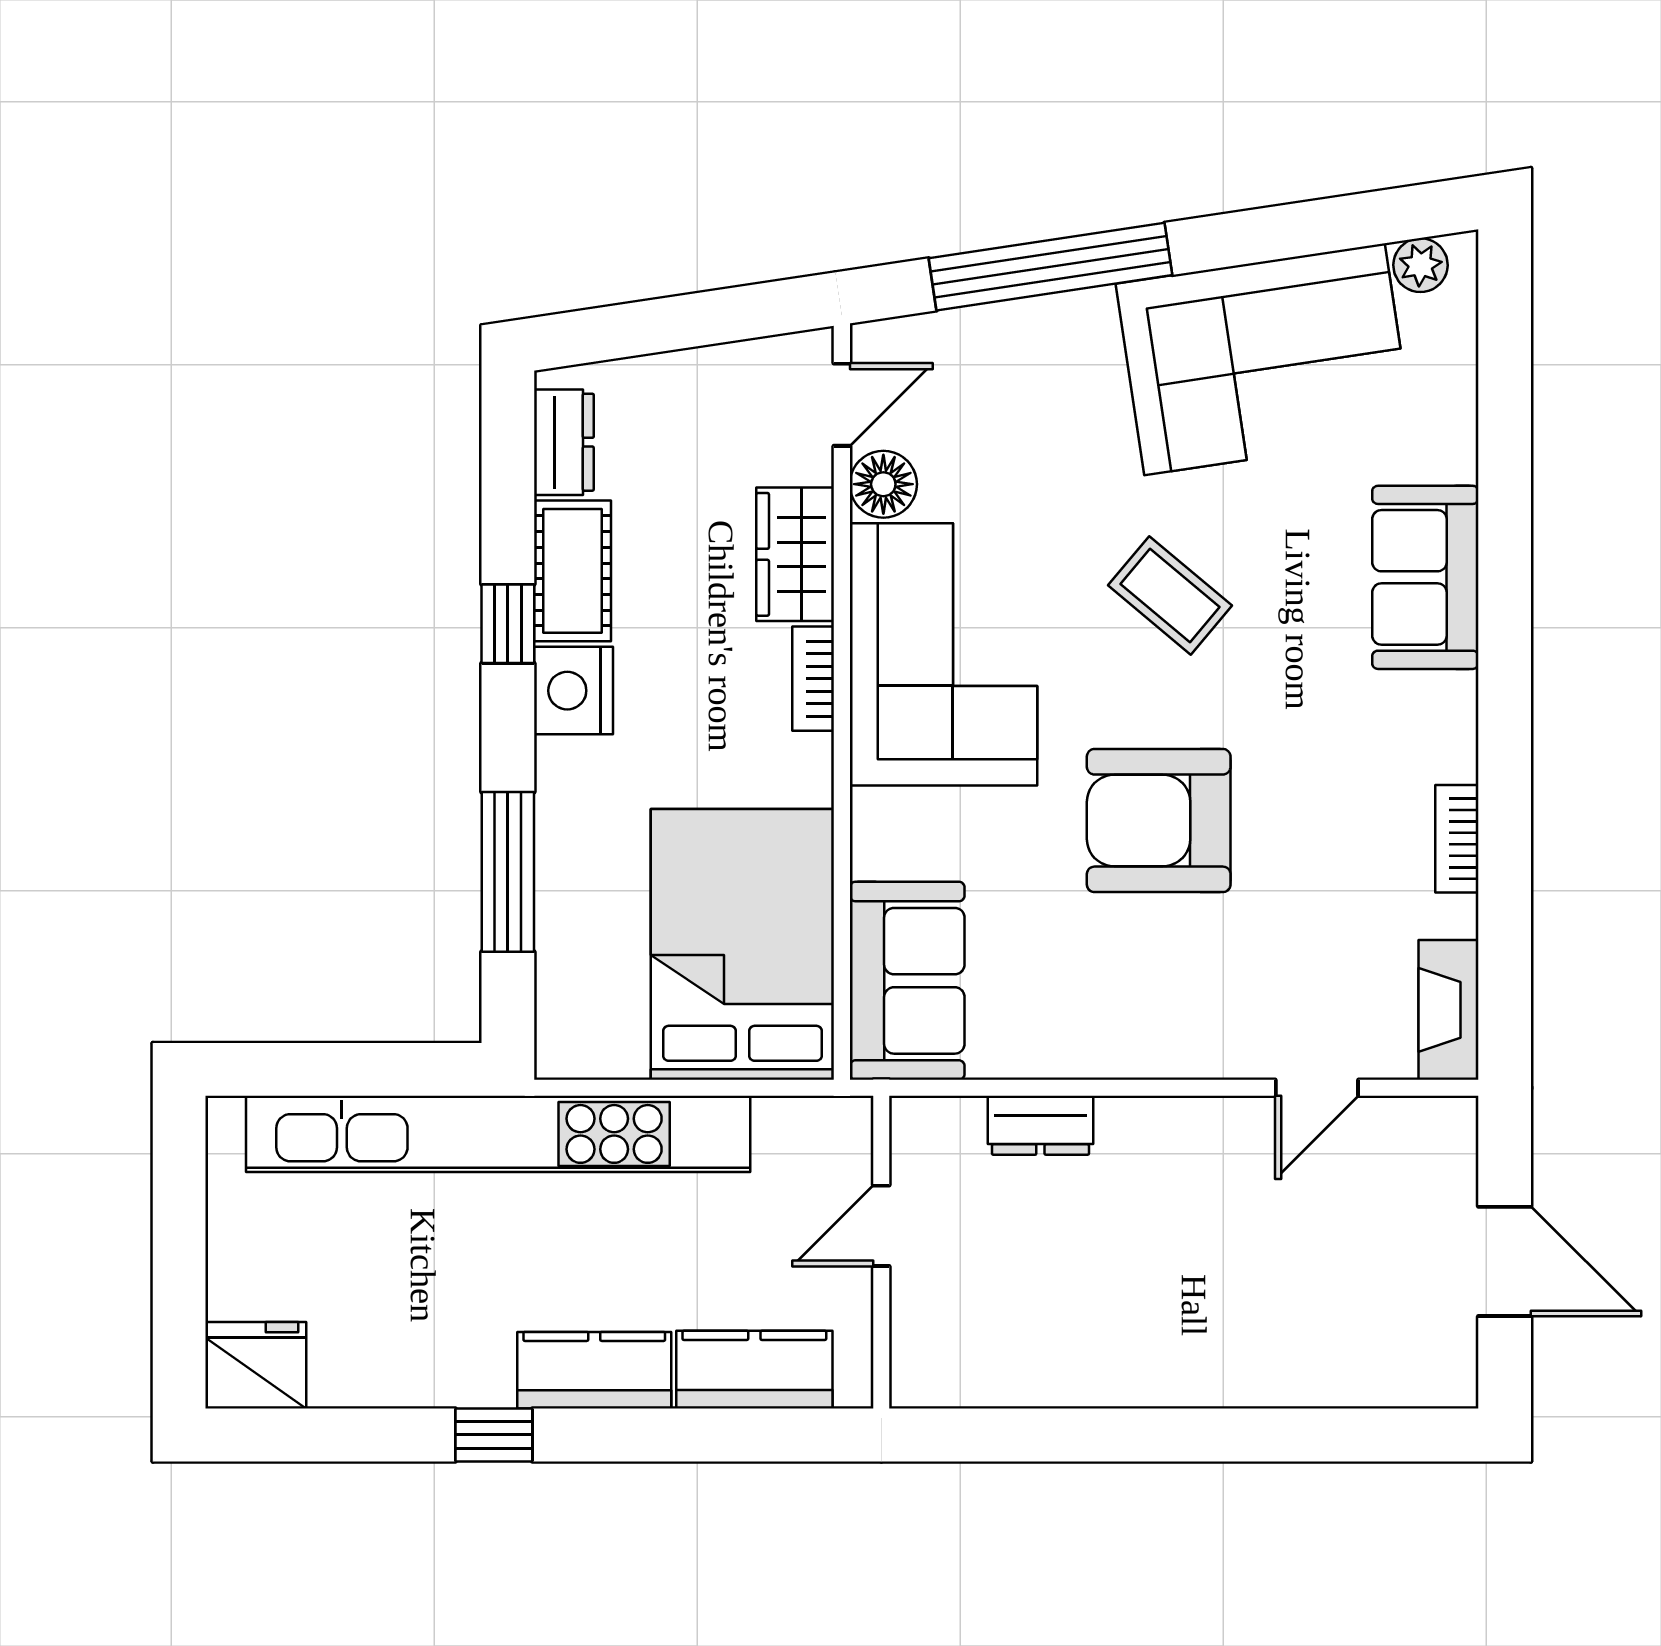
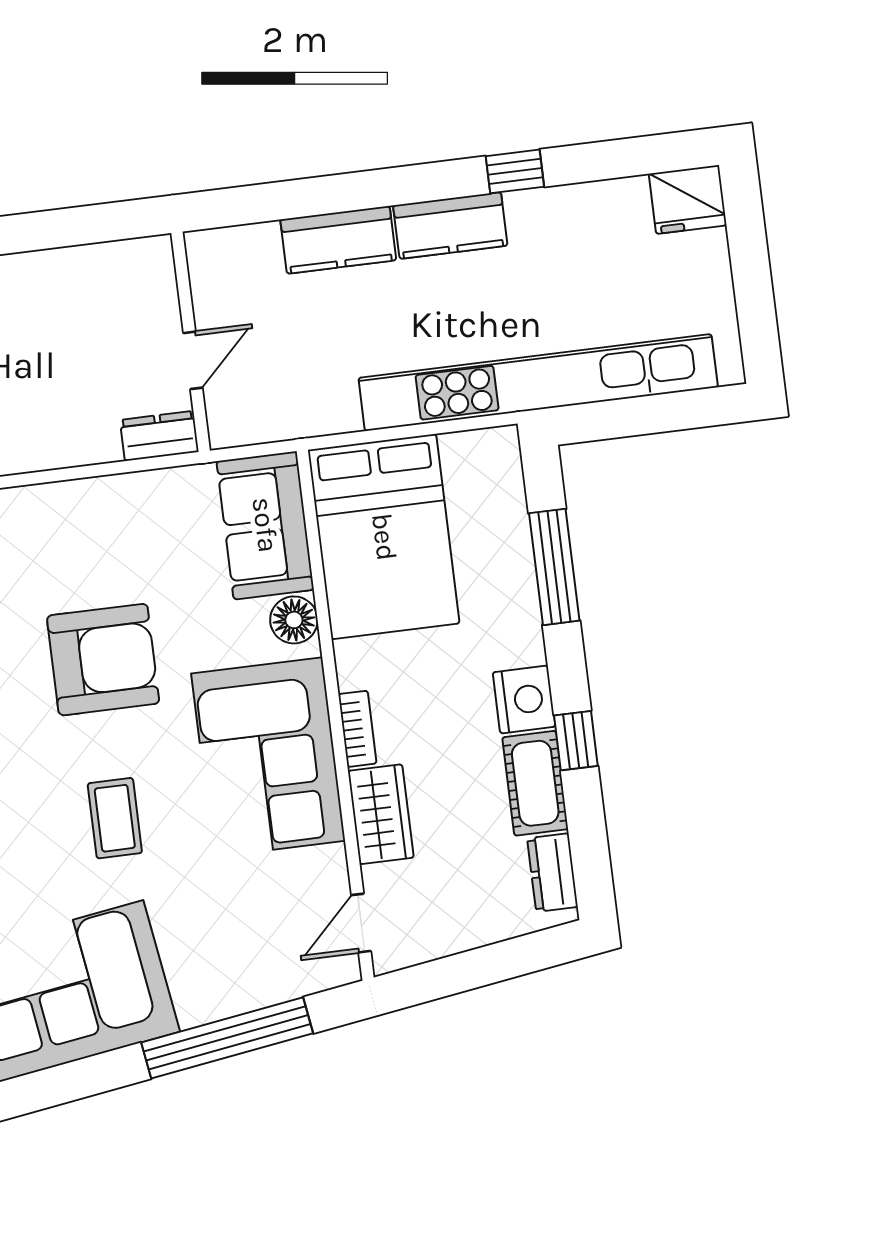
floor lamp: (883, 484) -> (294, 620), moved
coffee table: (1170, 595) -> (115, 818), turned 50
door: (881, 1226) -> (193, 360), moved
wall: (881, 1252) -> (191, 342), moved

